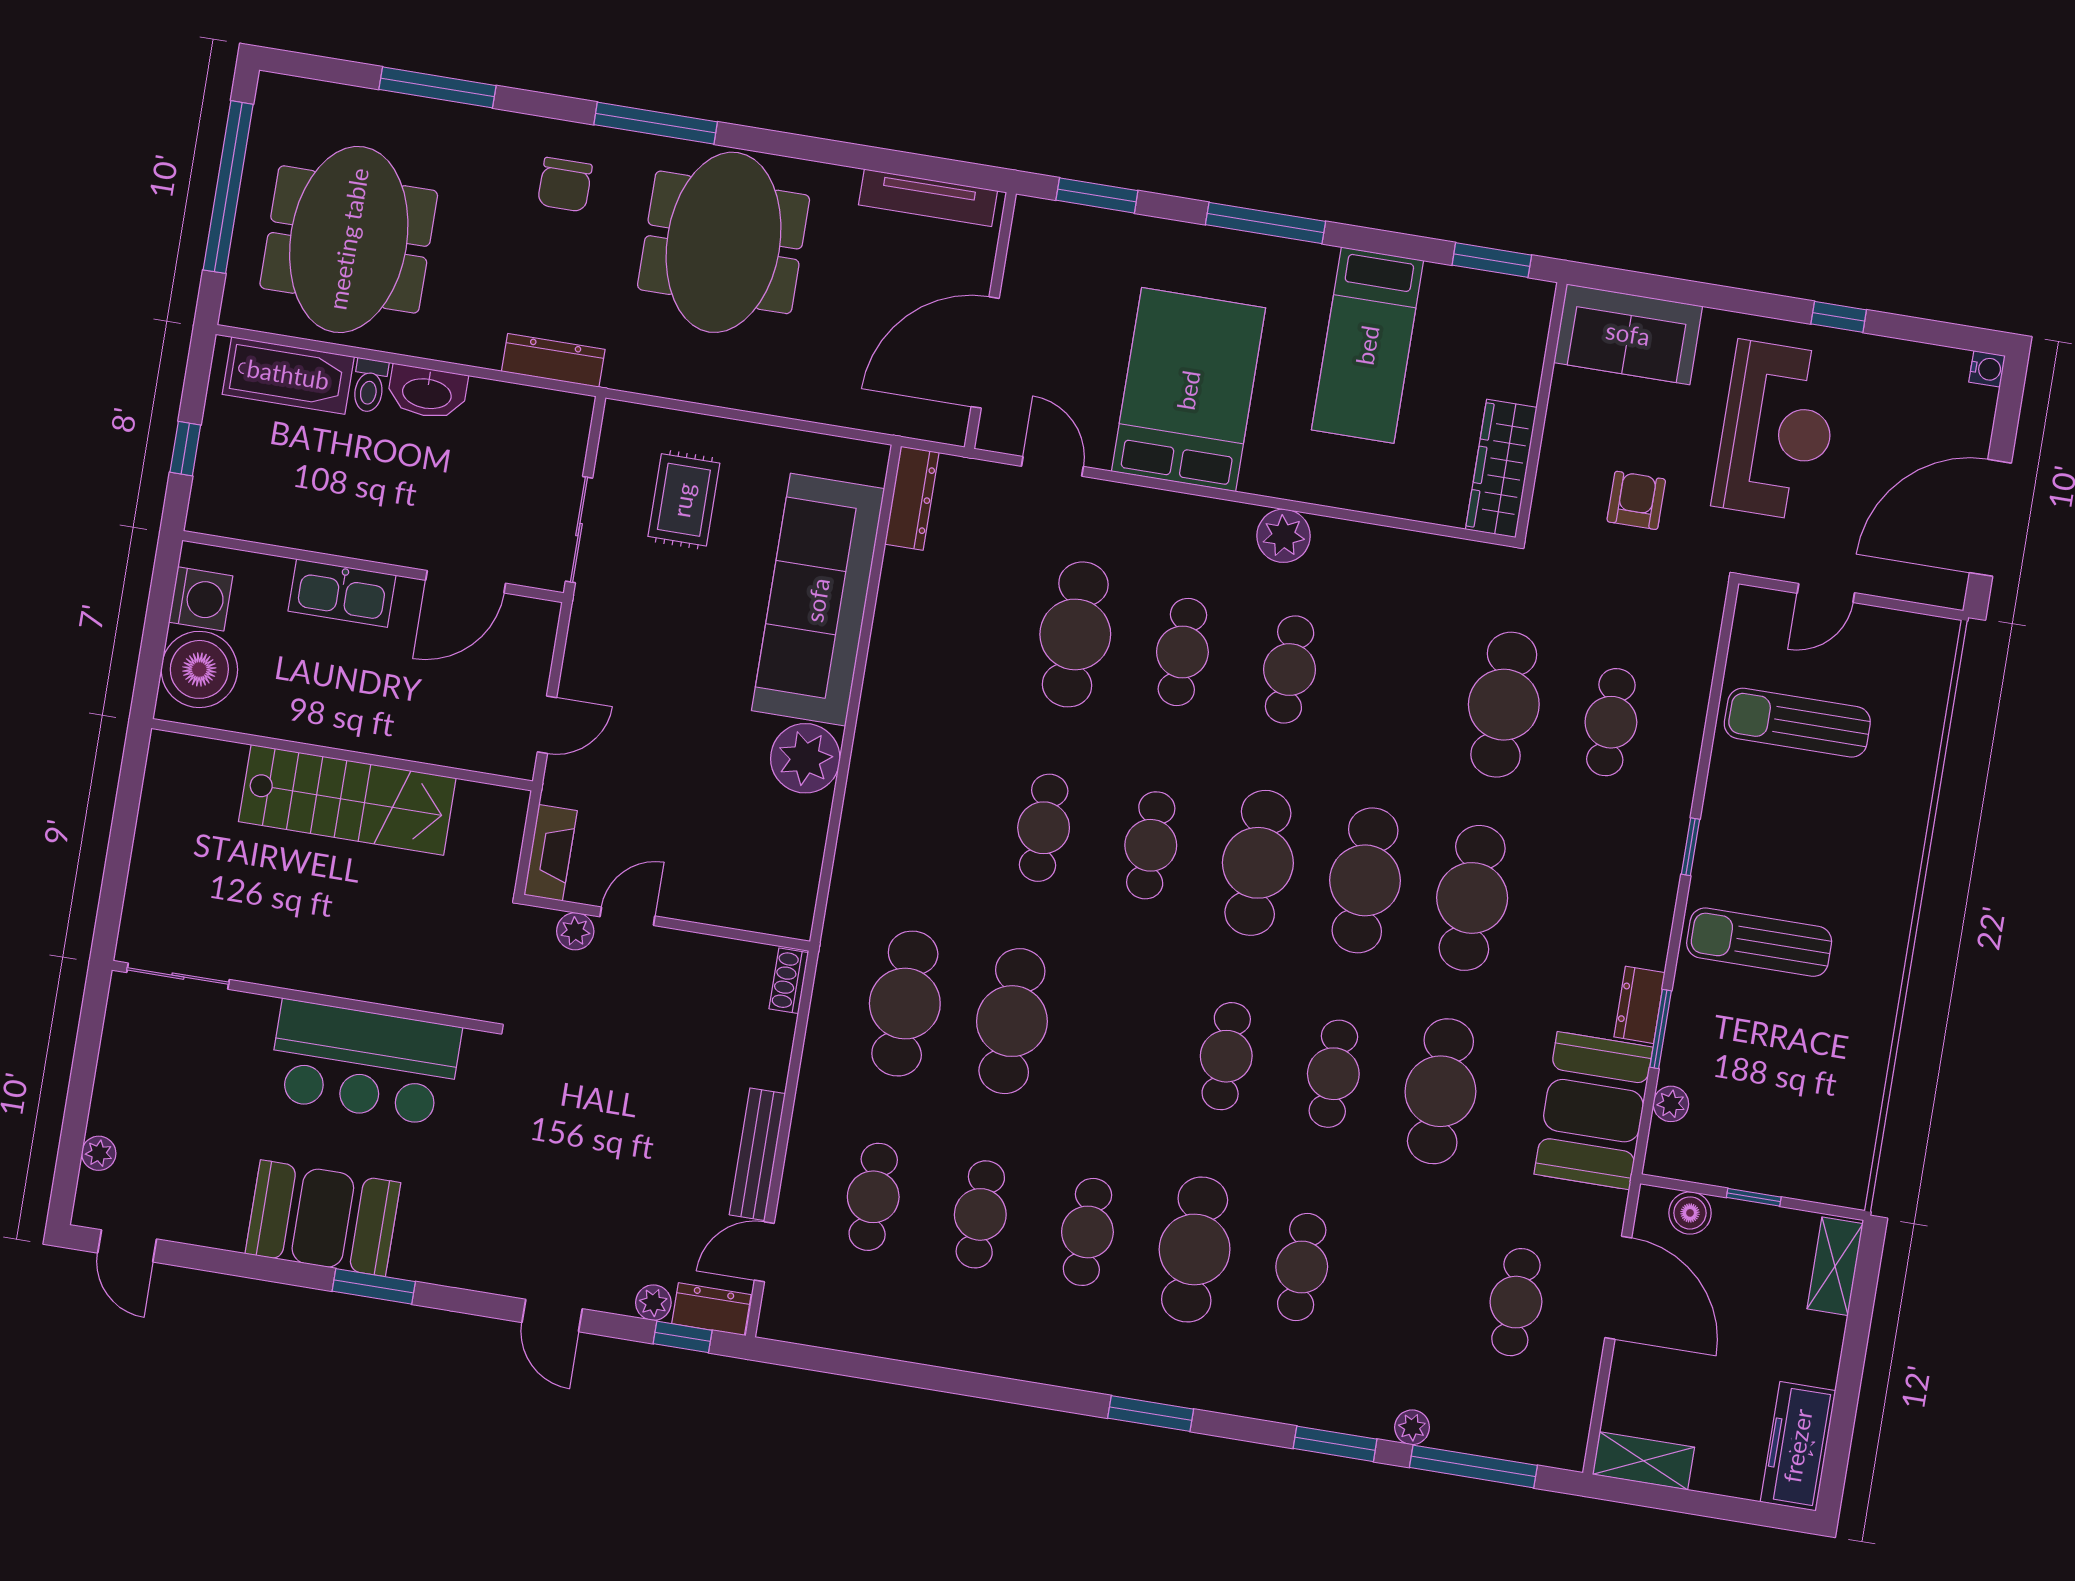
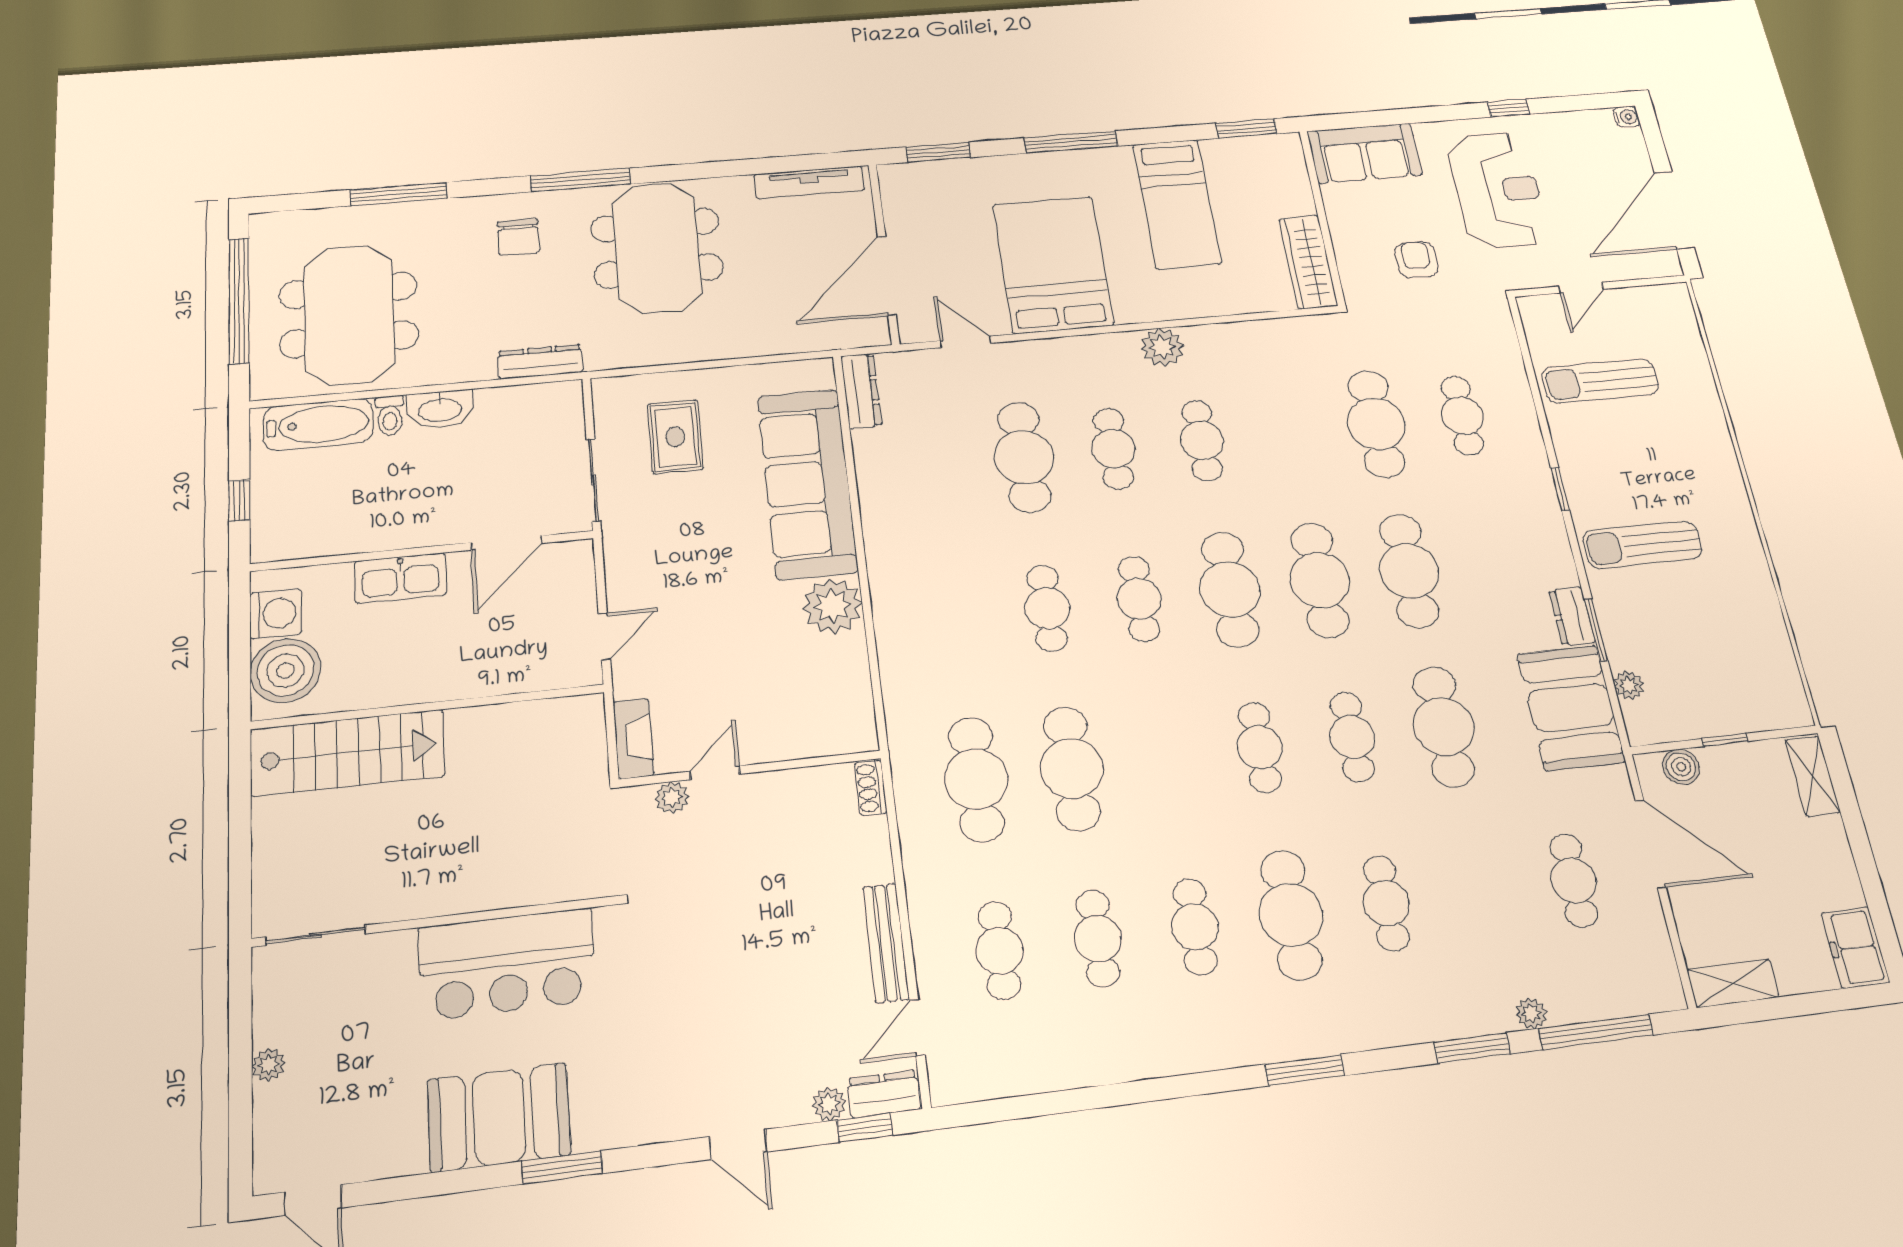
stairs: (347, 800) -> (348, 753), moved
plant: (99, 1153) -> (269, 1065), moved
freezer: (1798, 1446) -> (1855, 947), width x0.71

